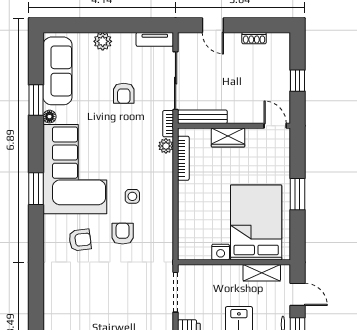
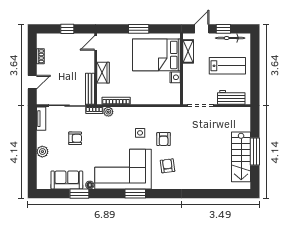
sofa: (58, 71) -> (67, 180), width x0.73
armchair: (123, 234) -> (164, 139), turned -90

